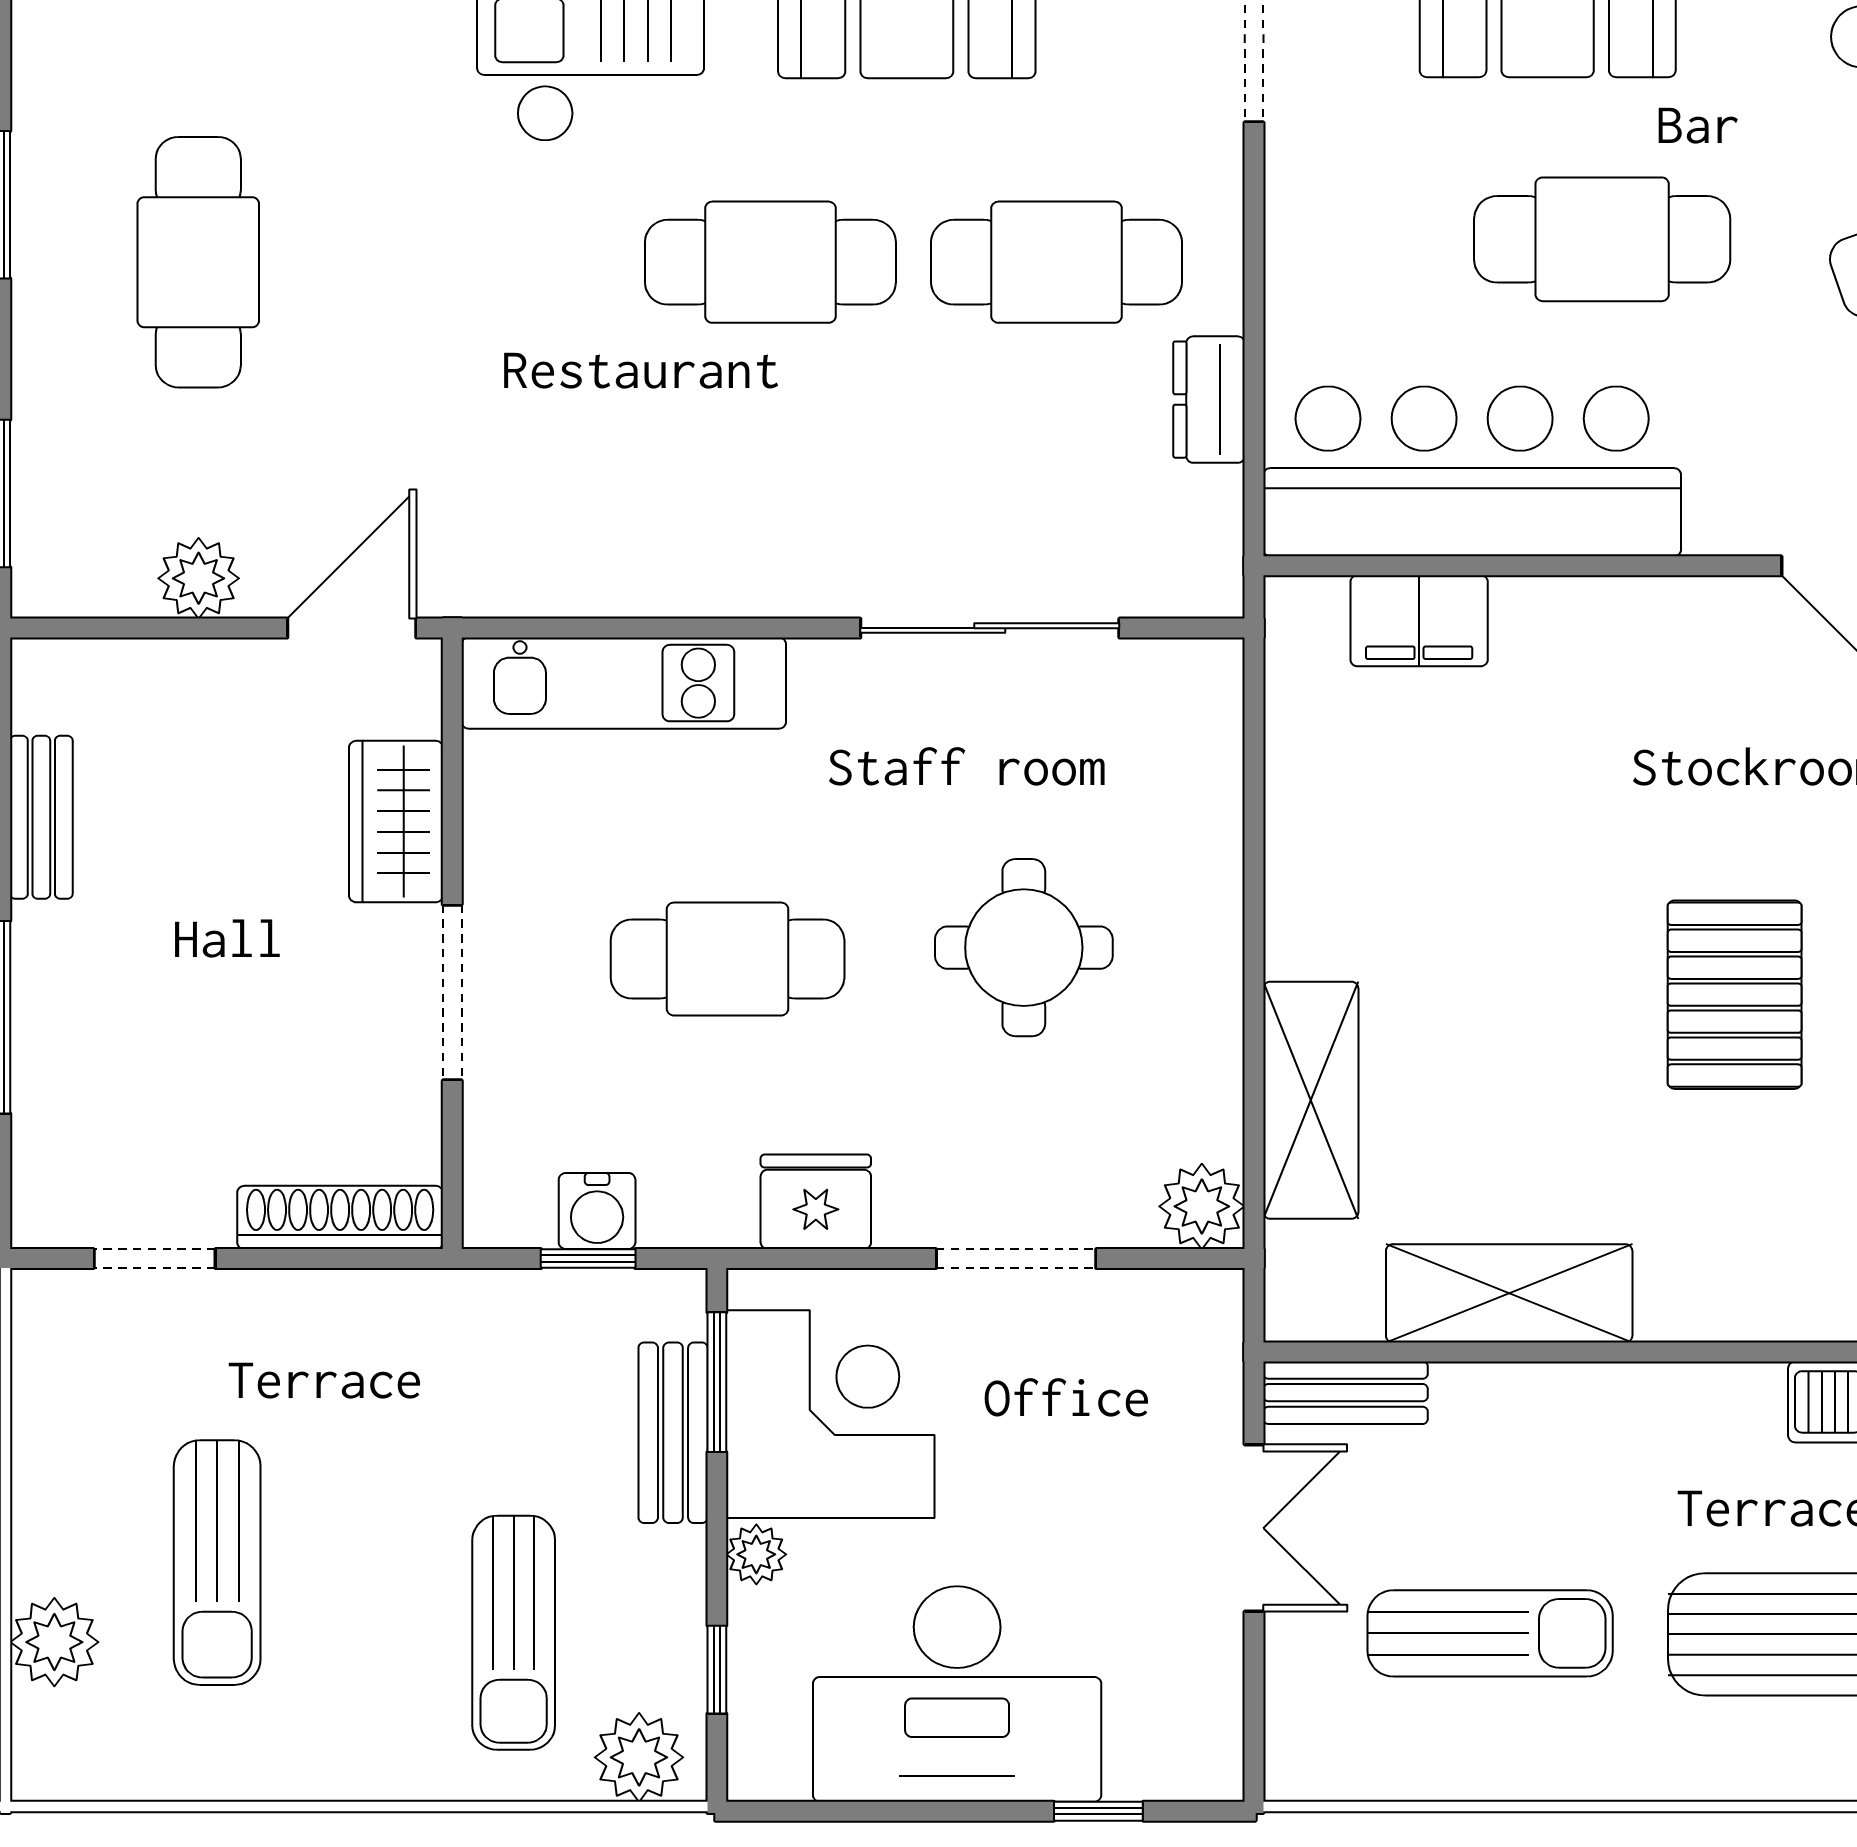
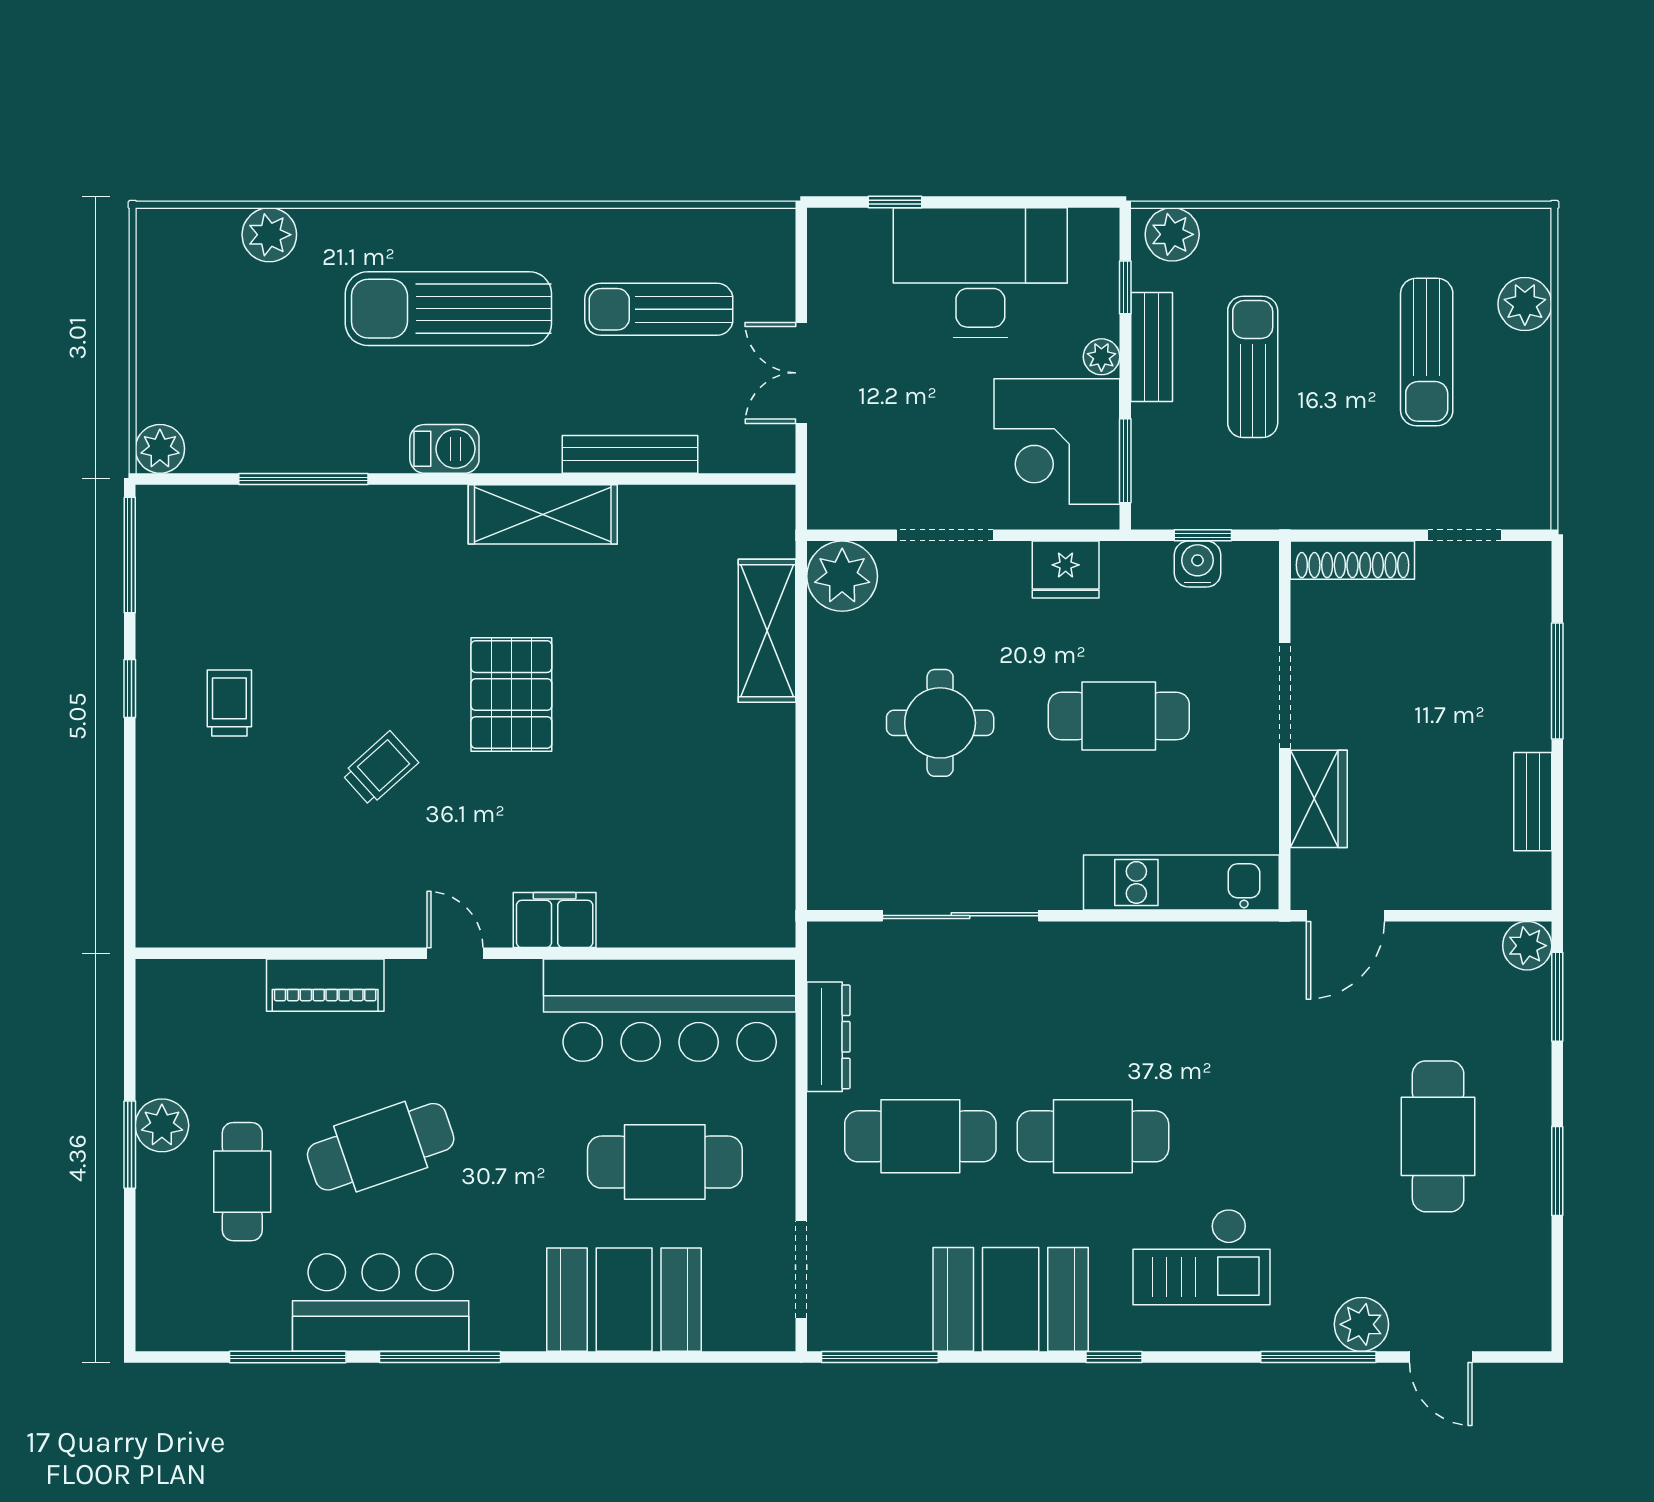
cafe table: (1602, 239) -> (665, 1162), moved
dresser: (1209, 400) -> (828, 1037), width x1.44
plant: (199, 578) -> (1527, 946), moved
filing cabinet: (1419, 621) -> (555, 920), moved
plant: (1202, 1206) -> (842, 576), width x1.36, depth x1.36
shelving: (1509, 1293) -> (543, 514), moved
bench: (1346, 1393) -> (630, 454), moved, width x1.36
bench: (673, 1433) -> (1152, 347), moved
sun lounger: (217, 1563) -> (1427, 352), turned 180
sun lounger: (514, 1633) -> (1253, 367), moved

